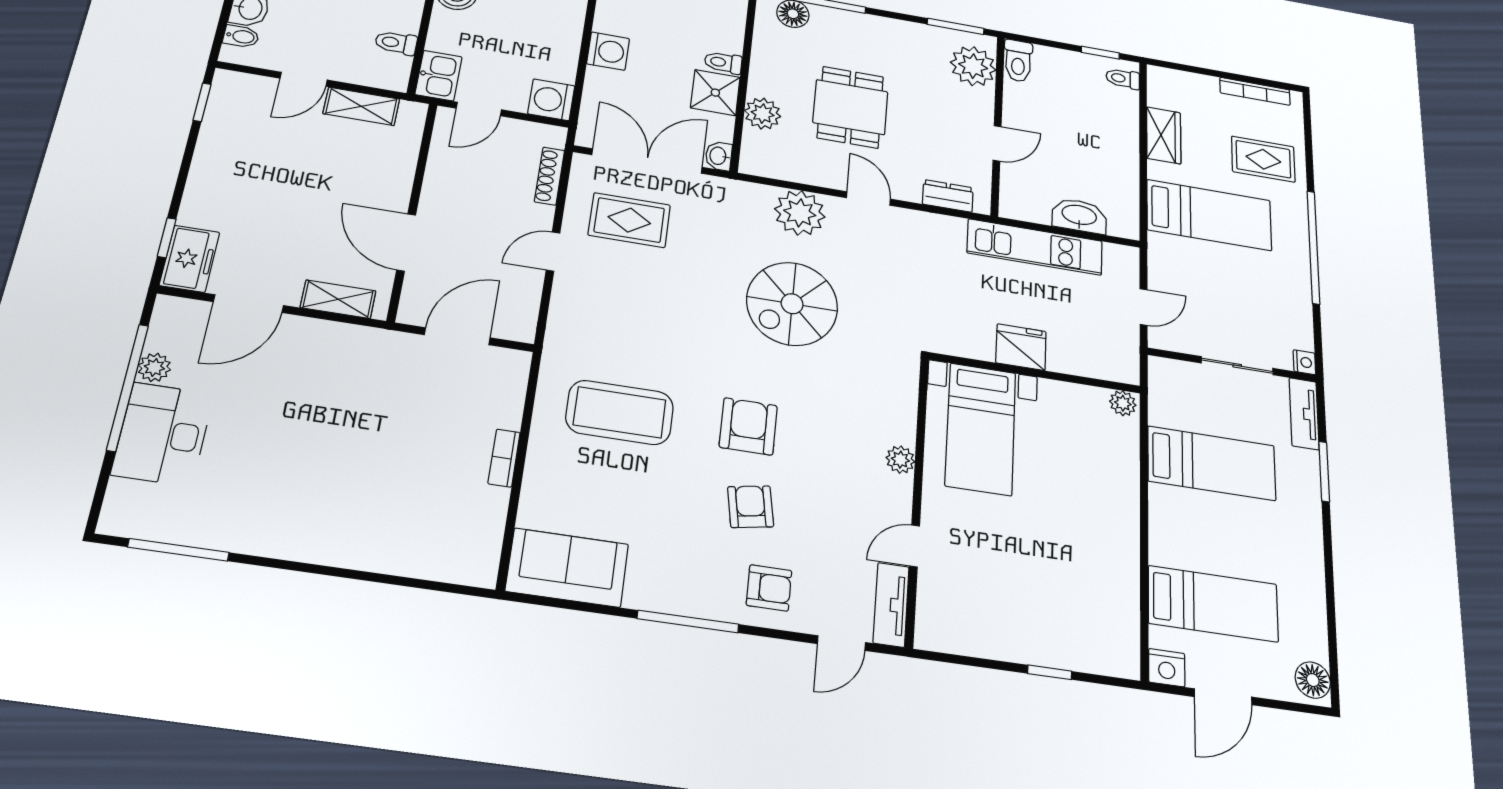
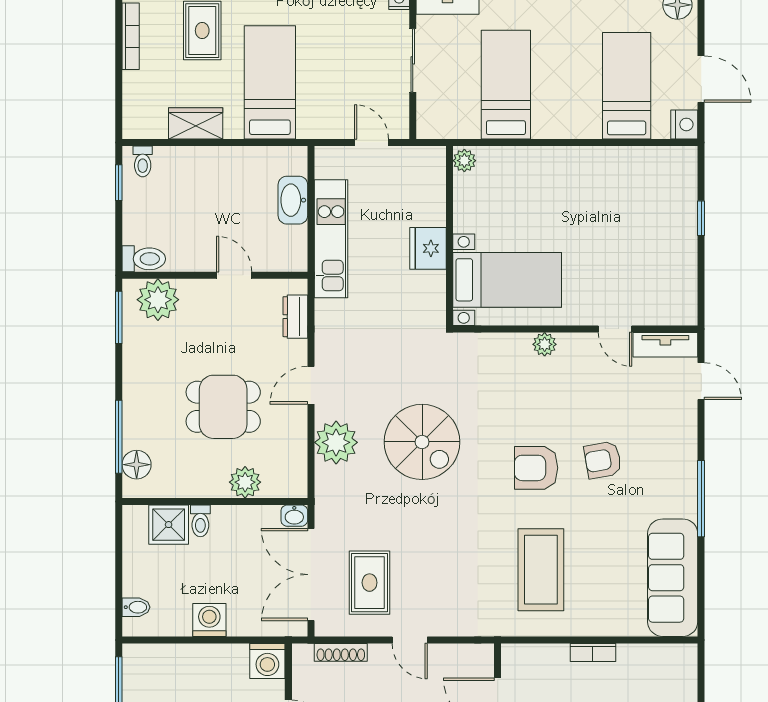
shower: (715, 93) -> (169, 525), moved
sofa: (567, 568) -> (673, 578), width x1.36
armchair: (769, 588) -> (666, 440), removed

